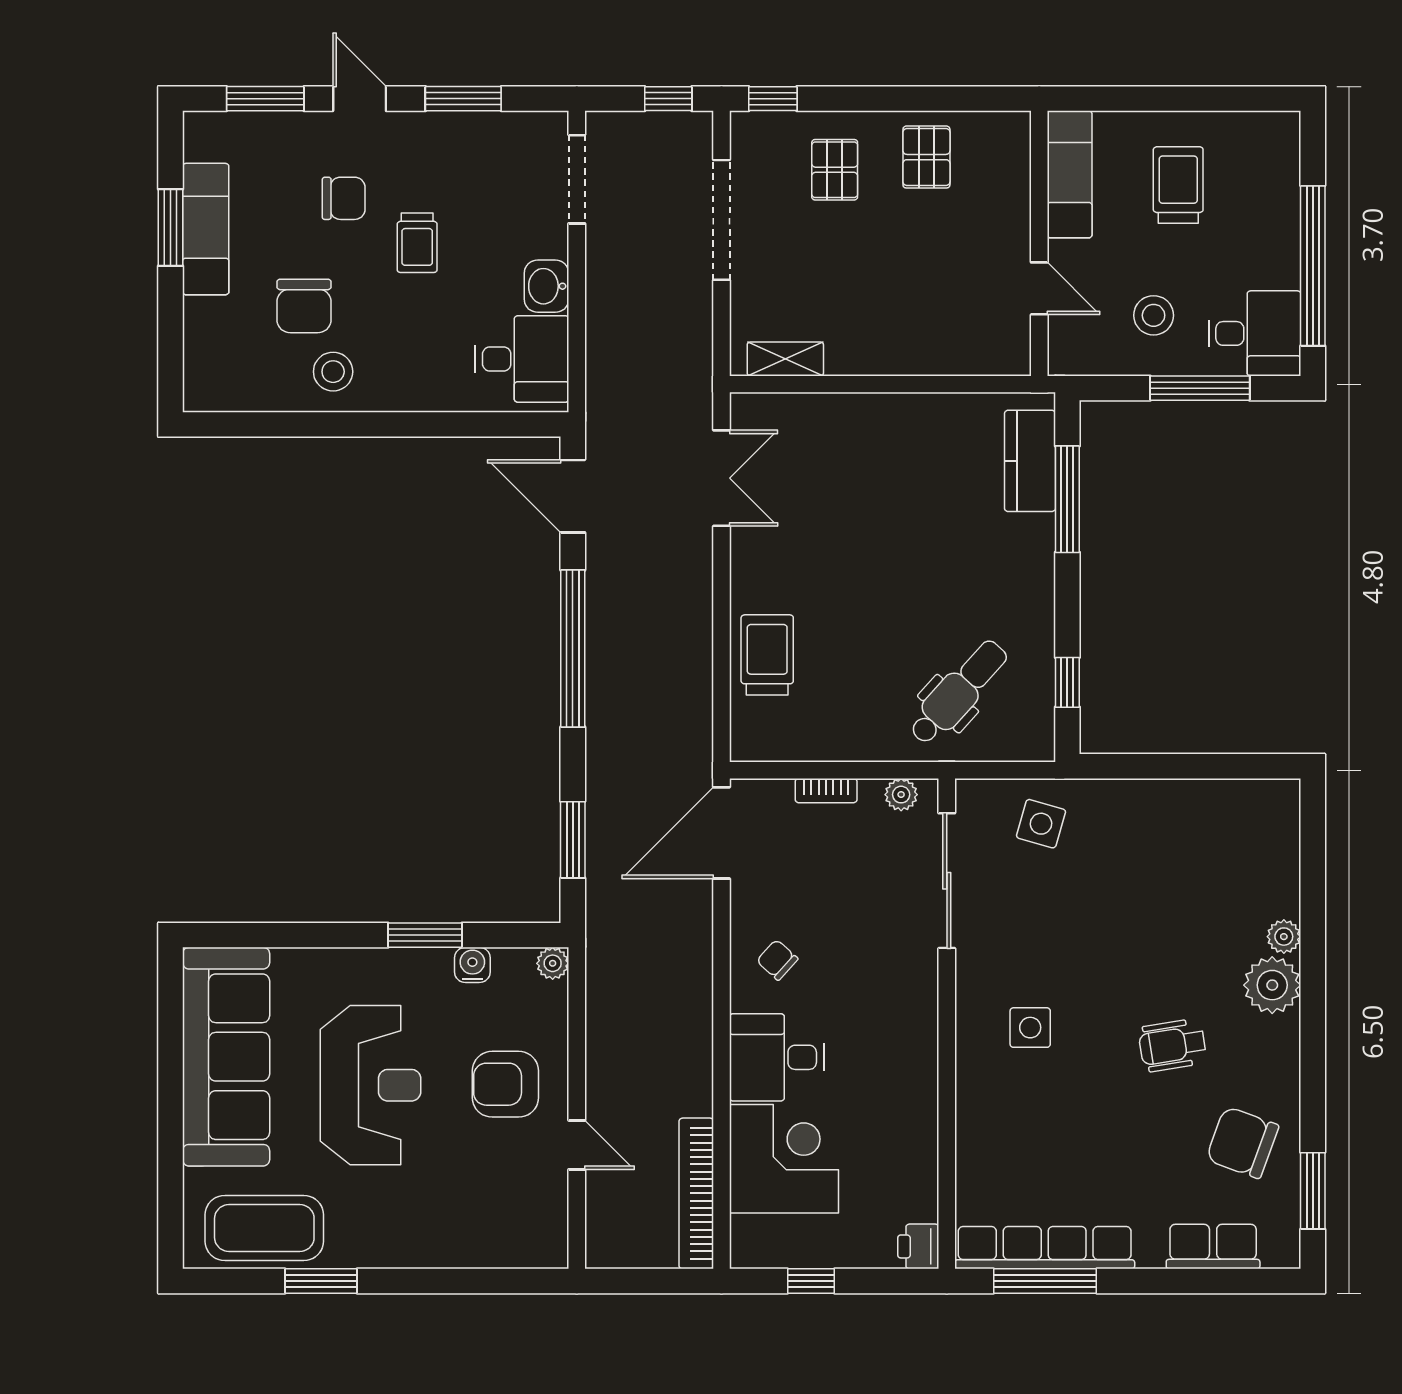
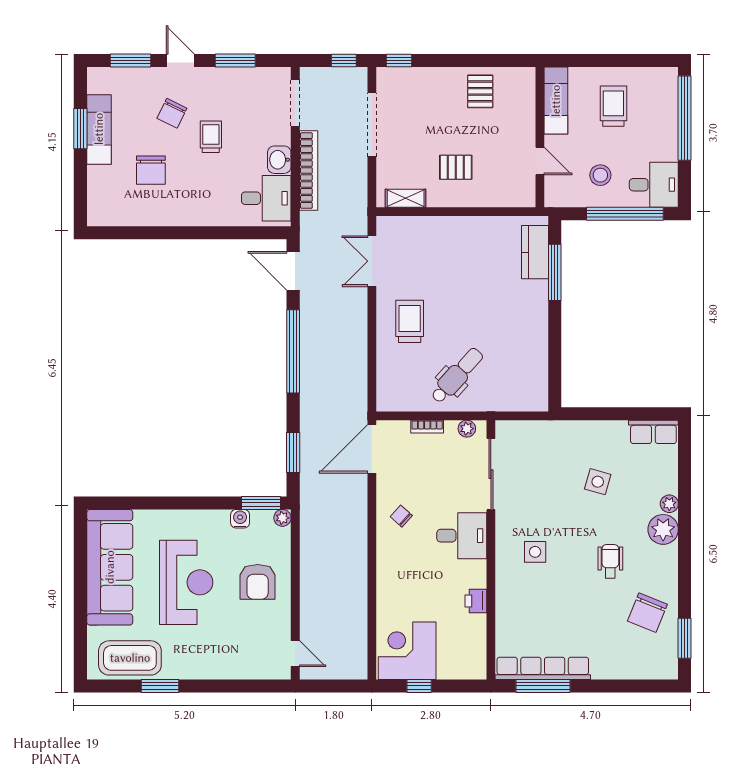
pallet: (835, 170) -> (456, 167), moved, turned 90
chair: (344, 198) -> (172, 113), turned 116
trolley: (417, 243) -> (211, 137), turned 180
window: (1313, 266) -> (685, 118), moved
stool: (333, 372) -> (166, 205), removed
window: (1200, 388) -> (625, 214), width x1.46
double door: (722, 478) -> (372, 261), swing flipped
trolley: (767, 655) -> (410, 321), moved
window: (1067, 682) -> (555, 369), removed
dental chair: (958, 692) -> (457, 375), moved
side table: (1041, 824) -> (598, 482), moved
window: (425, 935) -> (261, 503), moved
wheelchair: (1172, 1045) -> (610, 561), turned 99
desk: (777, 1057) -> (462, 536), moved, turned 180
armchair: (505, 1084) -> (258, 582), turned -90
chair: (1242, 1143) -> (647, 613), turned -88
door: (577, 1145) -> (295, 654), moved
corner desk: (784, 1159) -> (407, 651), moved, turned -90
bookcase: (696, 1193) -> (309, 171), moved, turned 180
printer: (918, 1246) -> (476, 601), moved
row of seats: (1213, 1247) -> (653, 432), moved, turned 180

